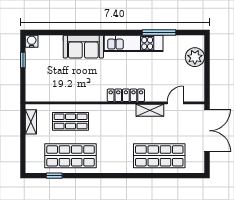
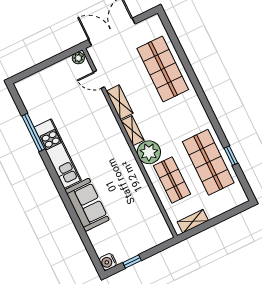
plant: (195, 57) -> (78, 58), moved, width x0.53, depth x0.53
locker: (126, 95) -> (116, 135), removed
shelving: (123, 109) -> (132, 131), added
plant: (101, 114) -> (149, 152), added
window: (54, 176) -> (231, 156), moved

